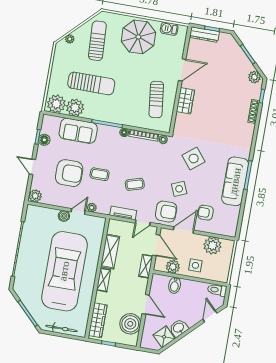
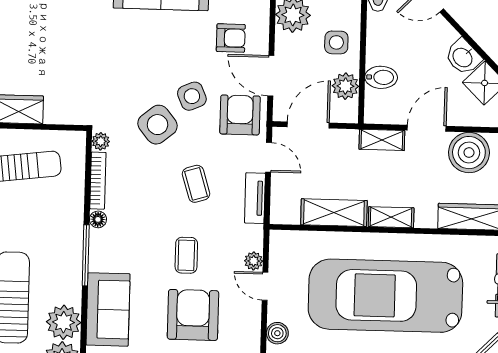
side table: (194, 158) -> (158, 125), moved
armchair: (205, 213) -> (231, 38), turned -90
boiler: (64, 216) -> (277, 333), moved
shelving: (146, 266) -> (382, 140), moved

